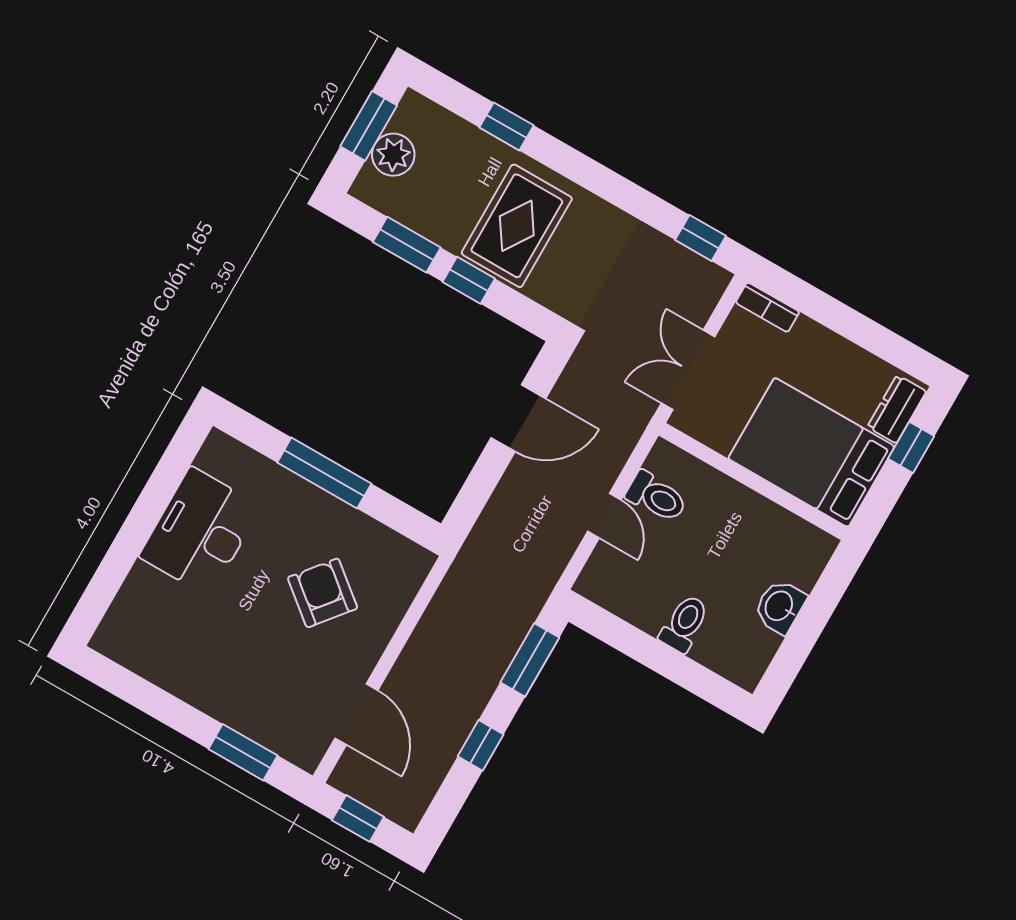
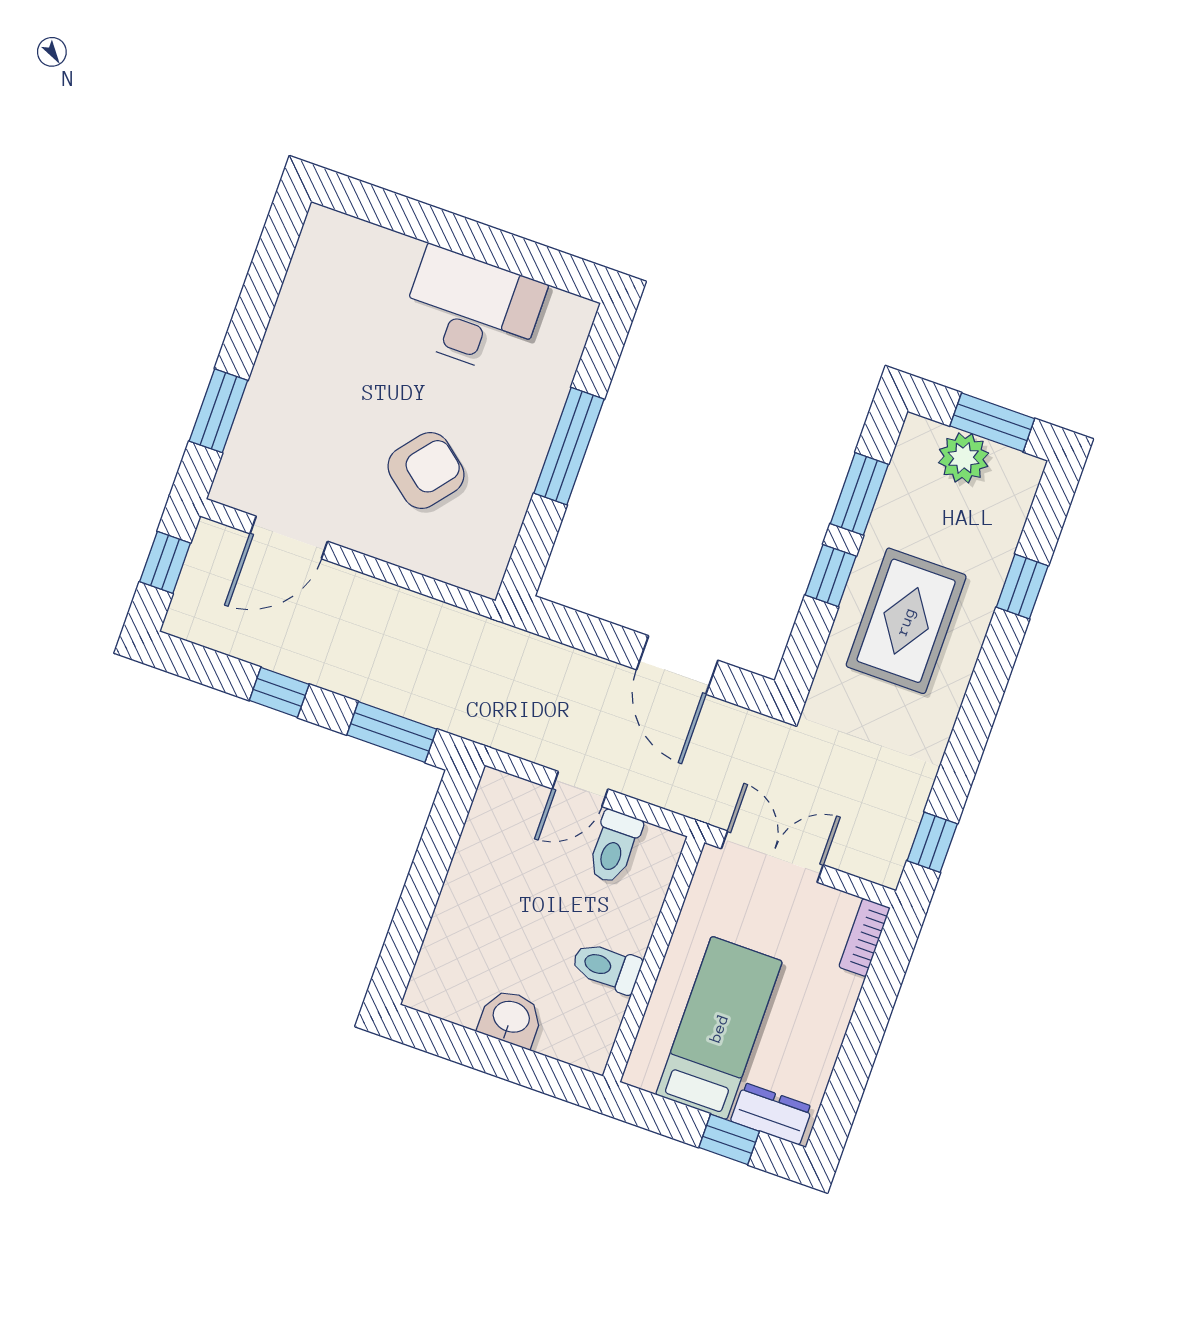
rug: (517, 226) -> (906, 621), turned 90
bed: (811, 452) -> (719, 1028), width x0.67
toilet: (684, 624) -> (606, 967), moved, turned 180

